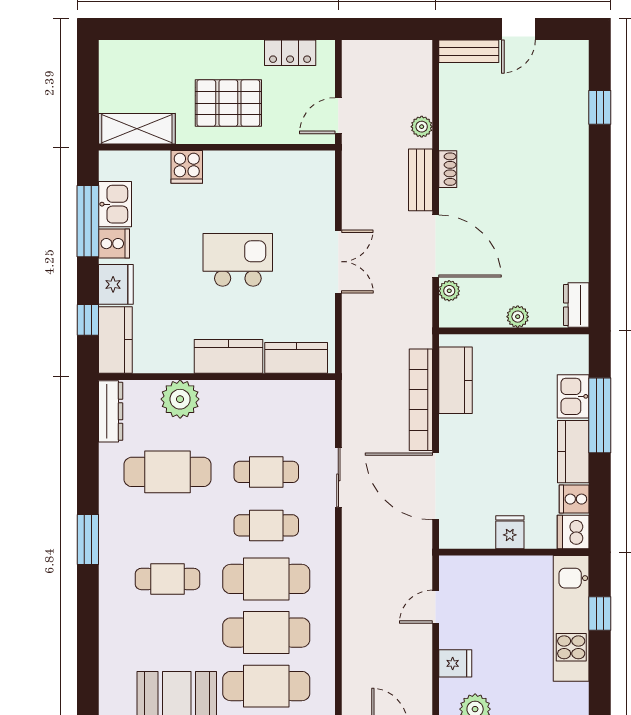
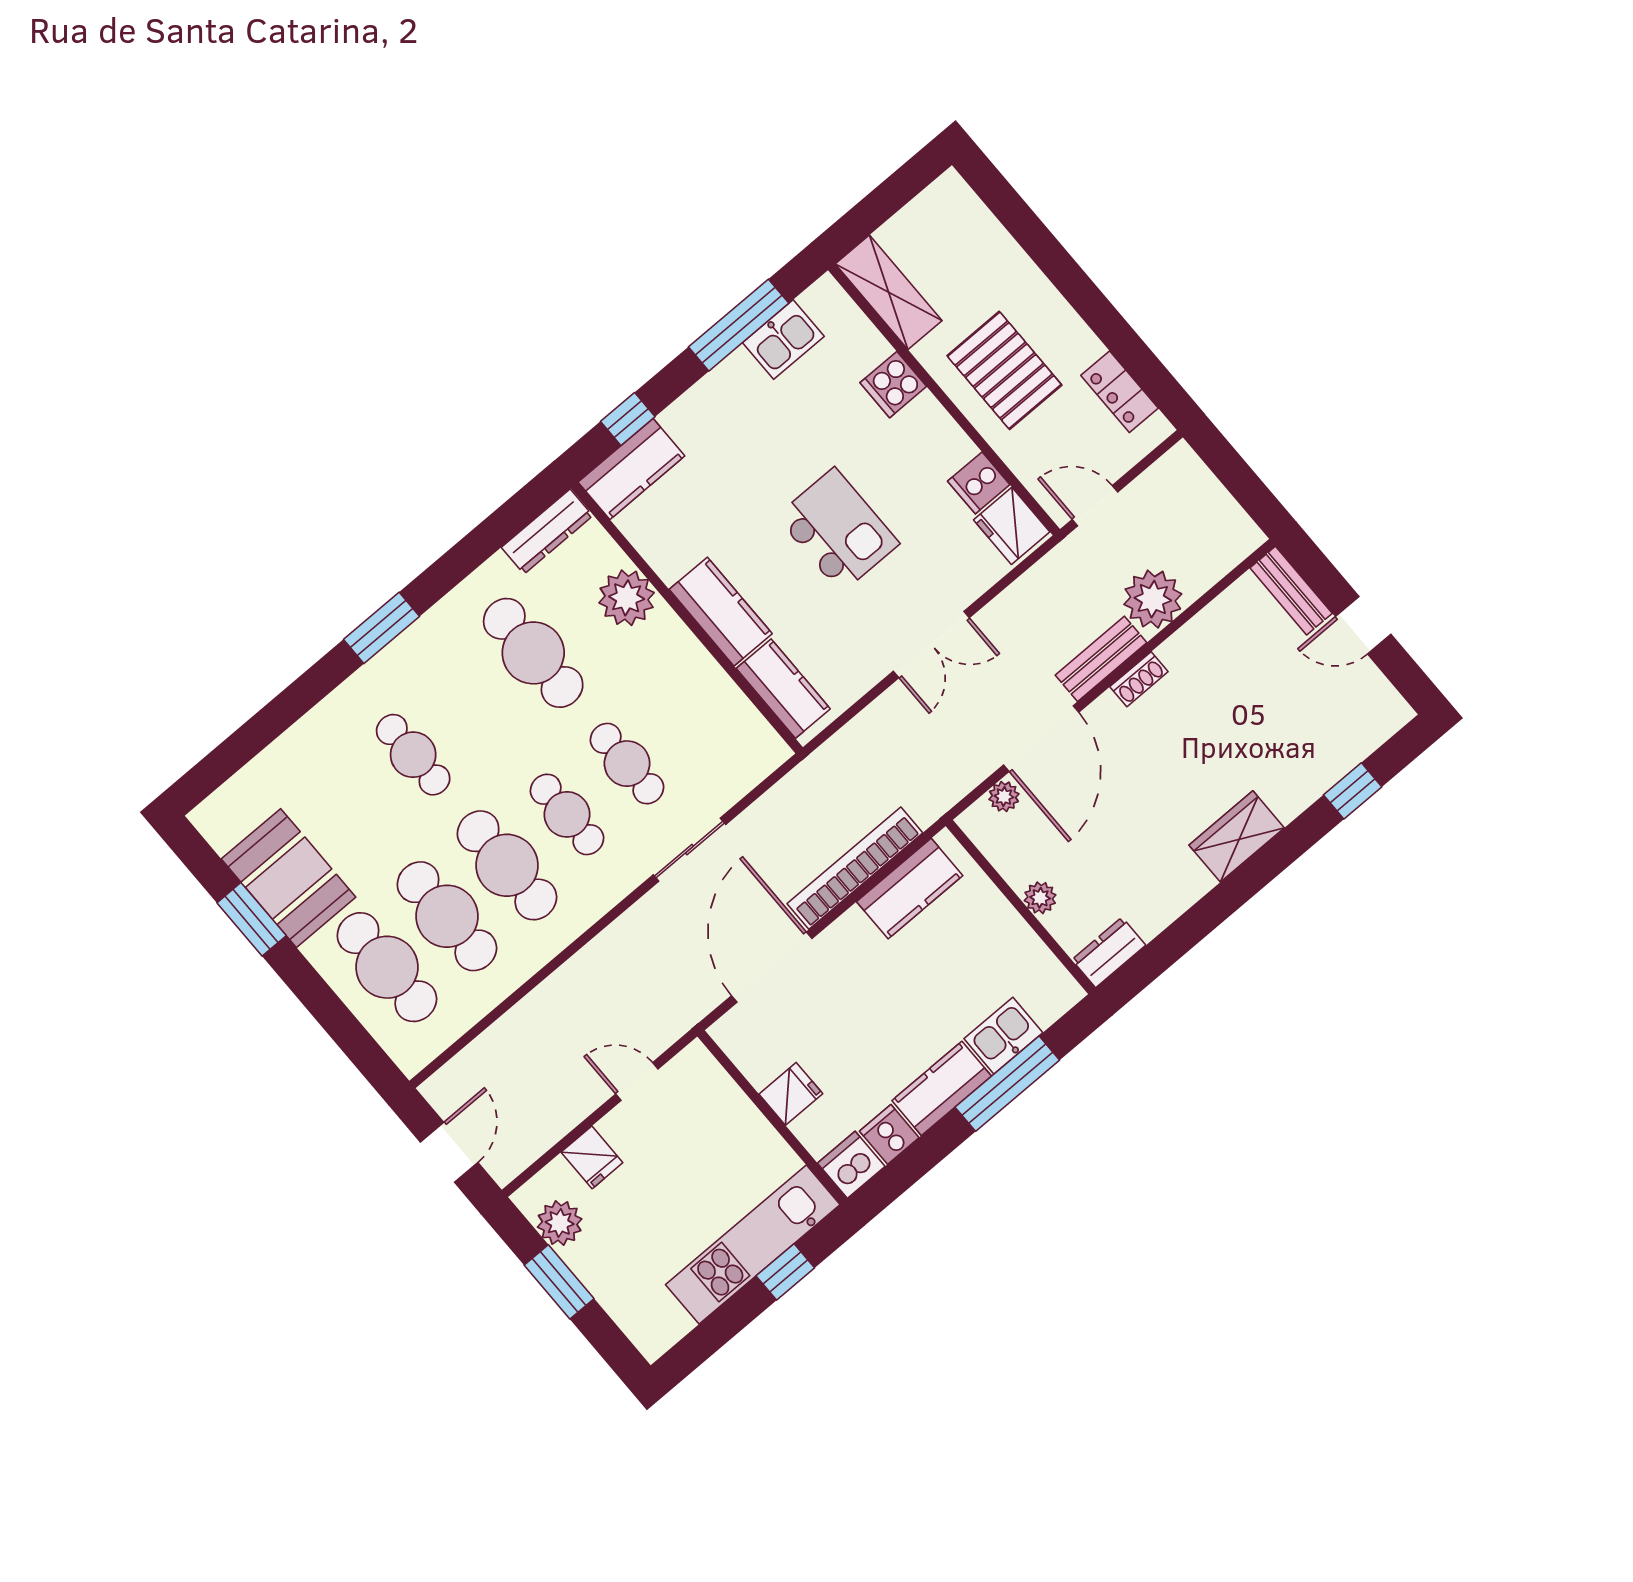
plant: (422, 127) -> (1153, 599), width x1.88, depth x1.88
wardrobe: (572, 188) -> (1237, 836), added
cooker: (114, 244) -> (979, 483), moved, turned 90
fridge: (116, 284) -> (1012, 526), moved, turned 90

